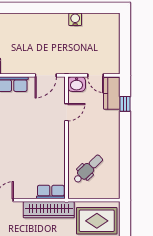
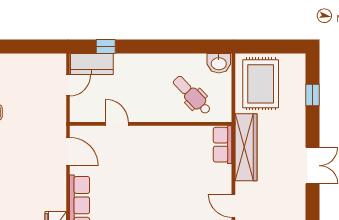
washbasin: (77, 84) -> (219, 63), moved, turned 90

